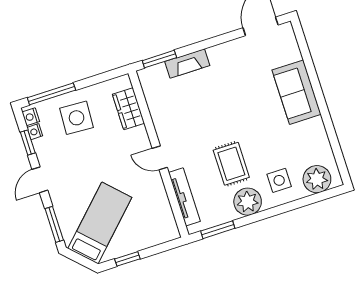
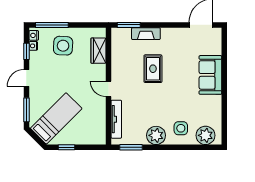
rug: (231, 164) -> (153, 69), moved

